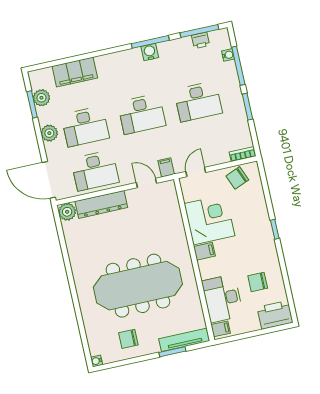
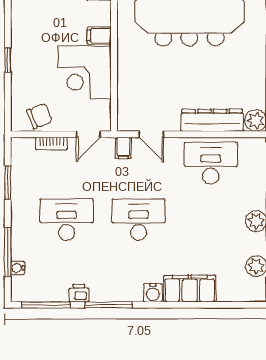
printer: (200, 40) -> (79, 293), moved
water cooler: (150, 52) -> (153, 293), moved
filing cabinet: (75, 72) -> (190, 289), moved
window: (248, 107) -> (8, 183), moved
desk: (85, 126) -> (211, 220), removed
bookcase: (243, 154) -> (51, 143), moved
window: (275, 229) -> (8, 60), moved

